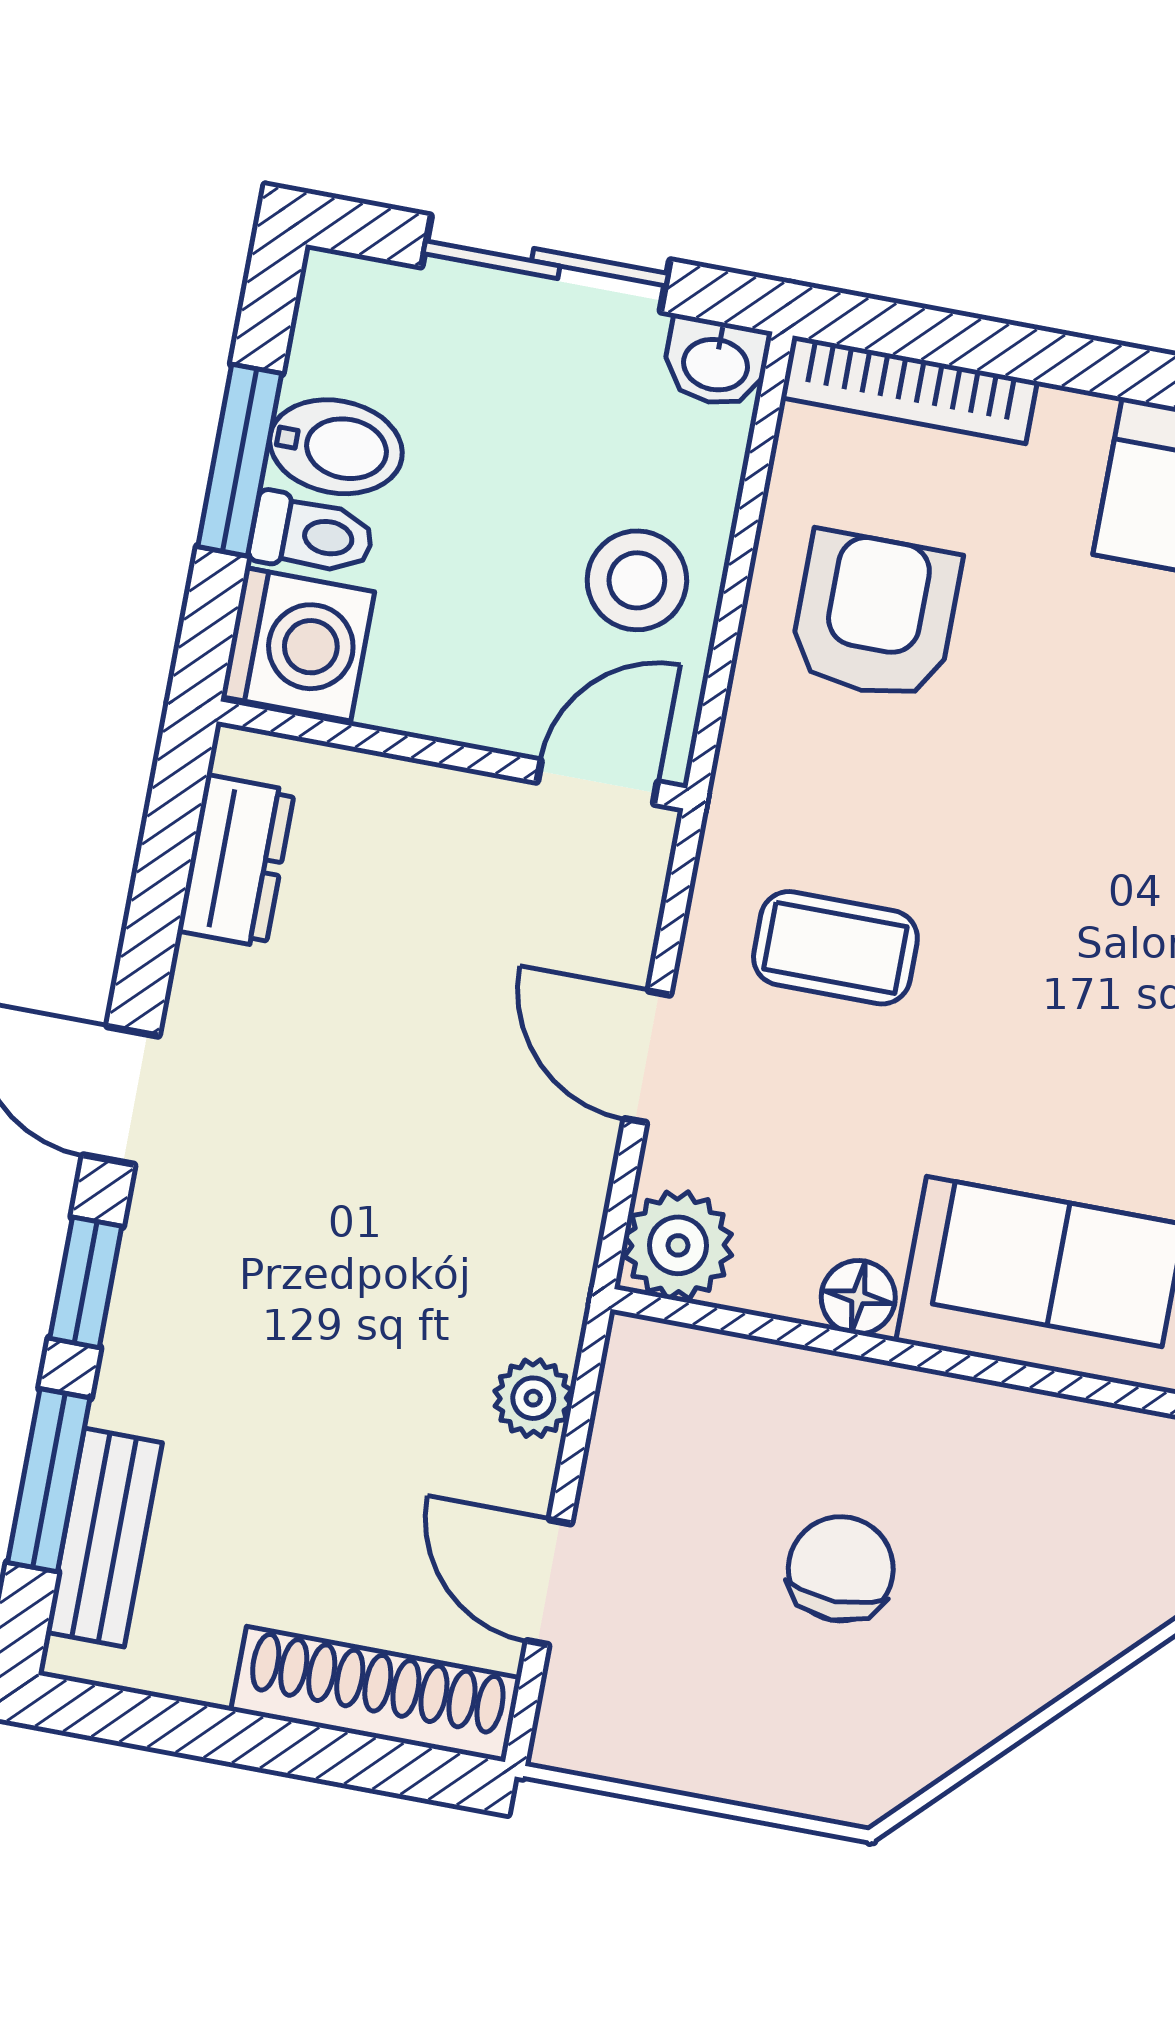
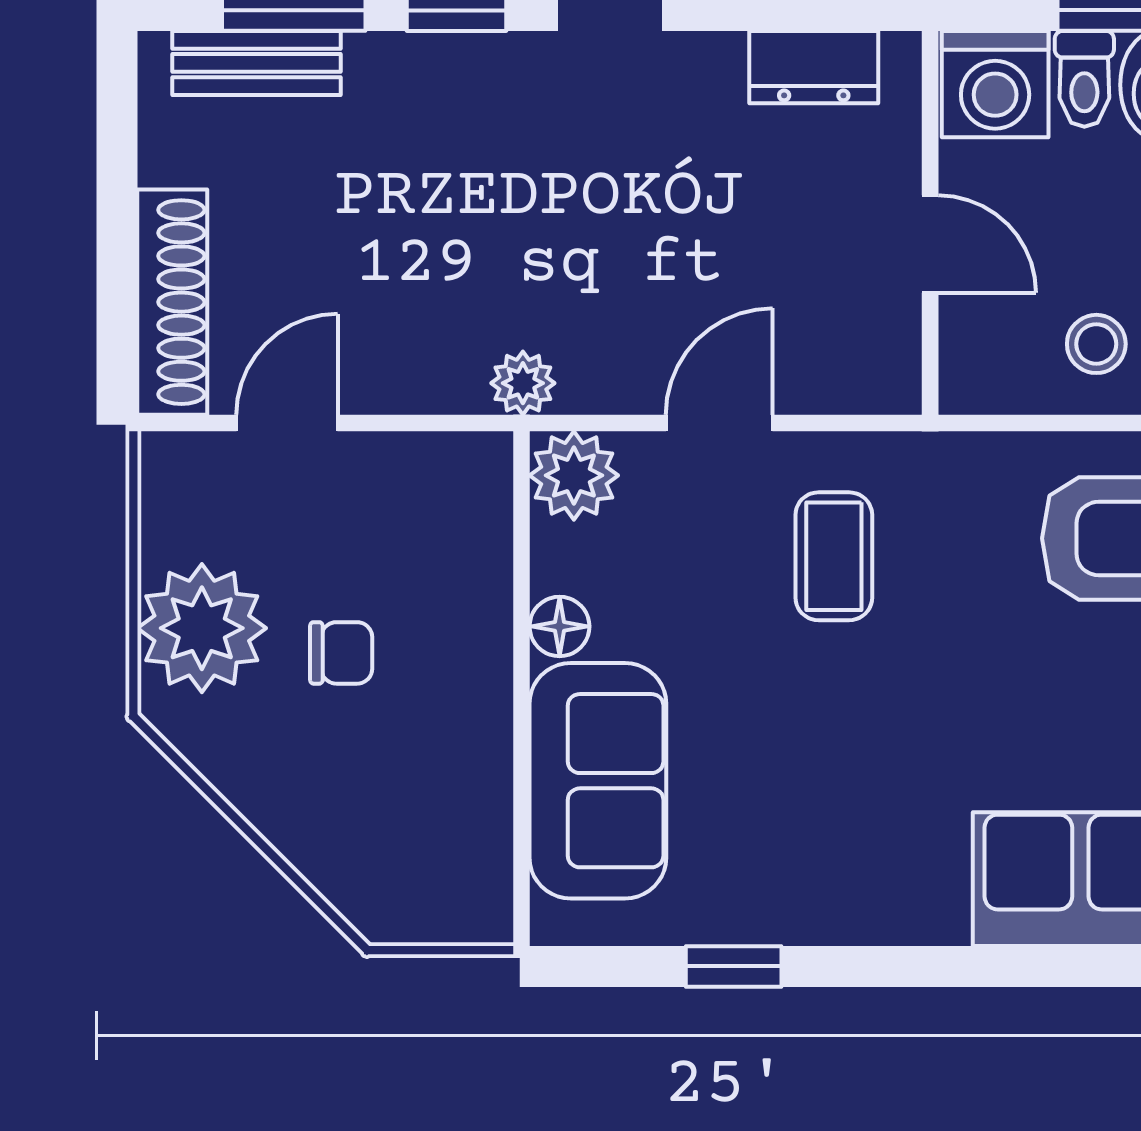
stool: (637, 580) -> (1096, 344), width x0.73, depth x0.73
door: (597, 782) -> (930, 244), moved
plant: (533, 1398) -> (523, 383), moved
chair: (841, 1569) -> (341, 653), width x0.73, depth x0.73
plant: (779, 1733) -> (202, 628), added

